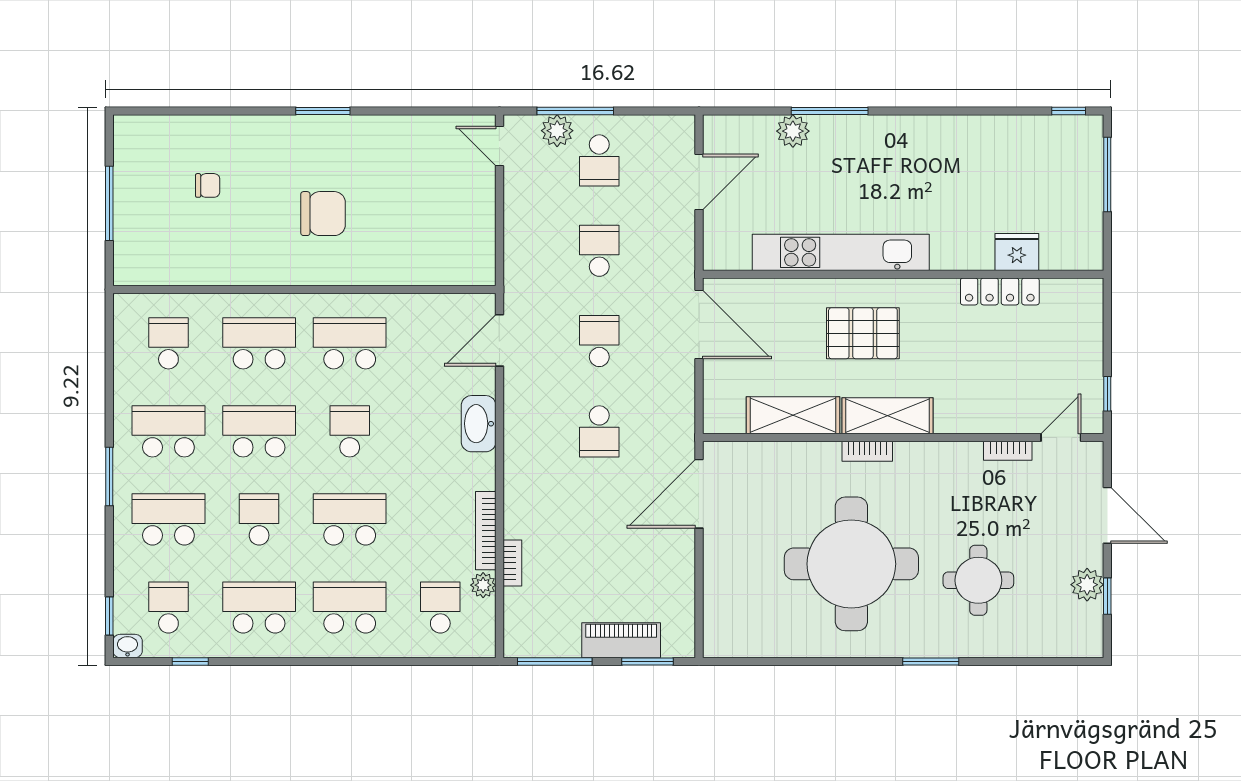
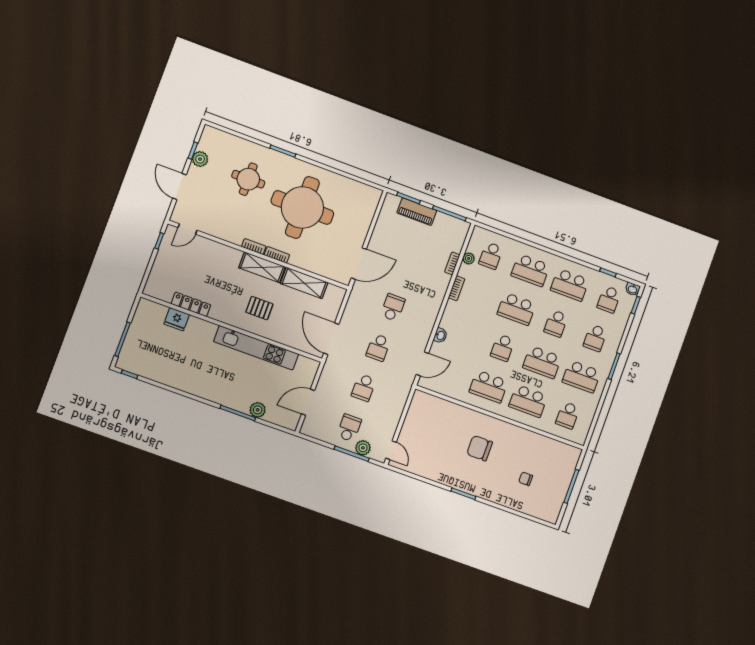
pallet: (863, 333) -> (259, 308), width x0.67, depth x0.71
washbasin: (479, 424) -> (440, 335), width x0.52, depth x0.69
bookcase: (1008, 451) -> (254, 247), moved
school desk: (168, 519) -> (595, 338), width x0.54
bookcase: (486, 531) -> (457, 288), width x0.64

